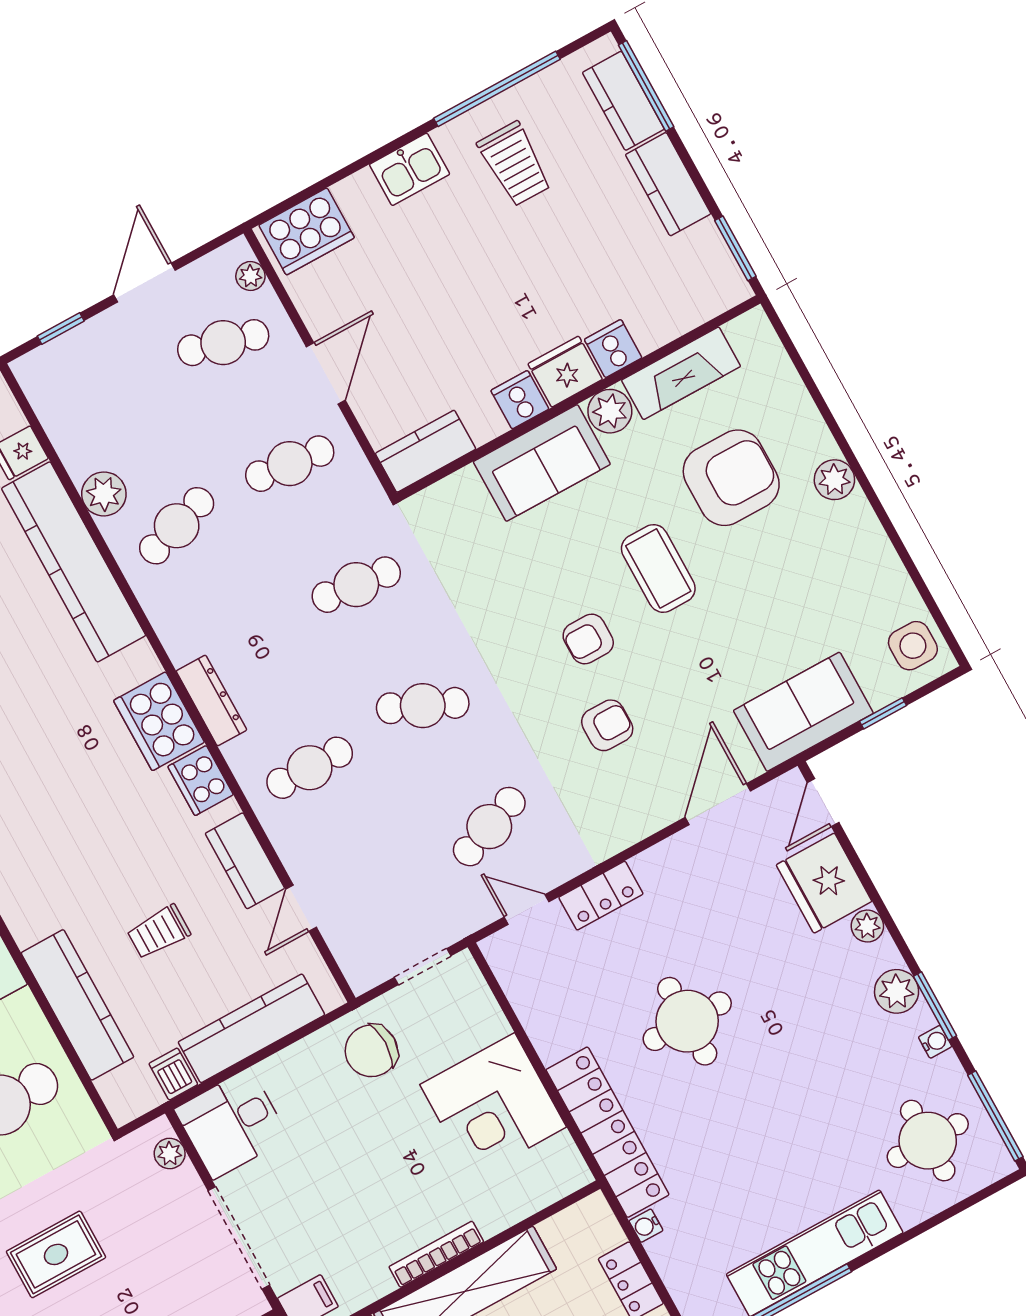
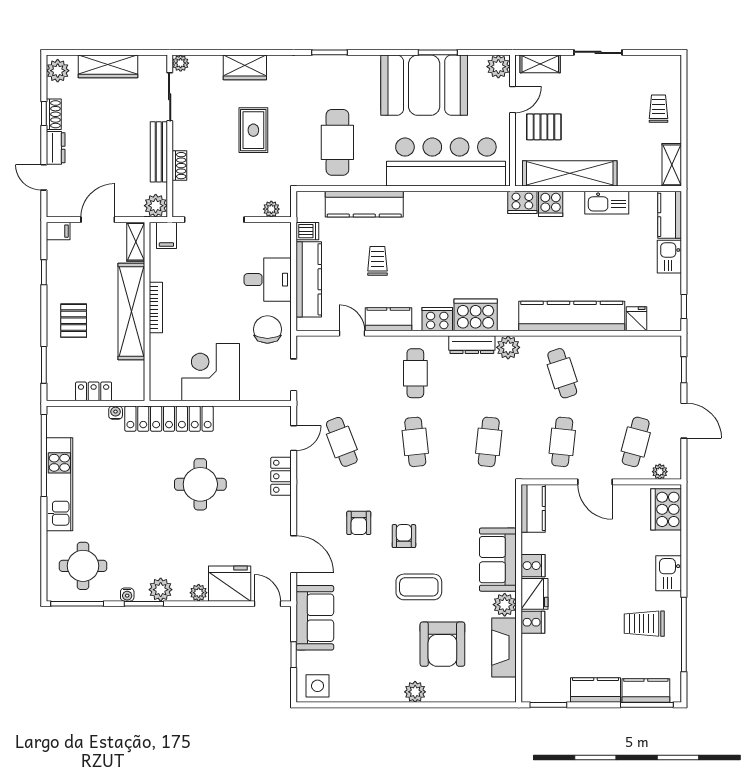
plant: (104, 494) -> (508, 347), moved
cafe table: (423, 706) -> (415, 442), turned -30
desk: (232, 1124) -> (268, 280), moved, turned 90

